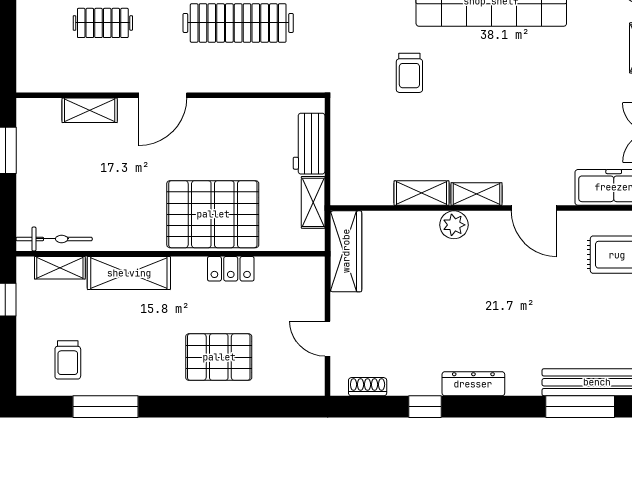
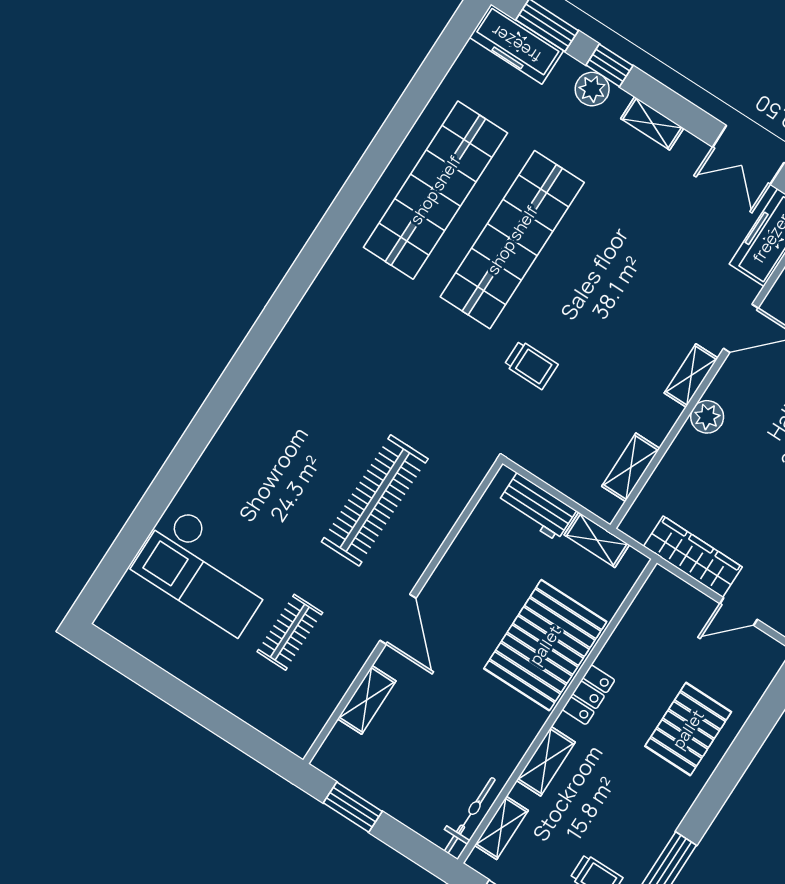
shelving: (422, 193) -> (631, 467), moved
wardrobe: (346, 251) -> (693, 557), moved
locker: (231, 269) -> (588, 695), moved
shelving: (129, 273) -> (546, 761), width x0.67, depth x0.75

